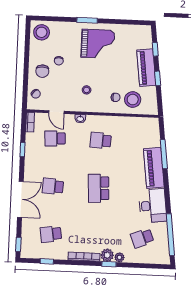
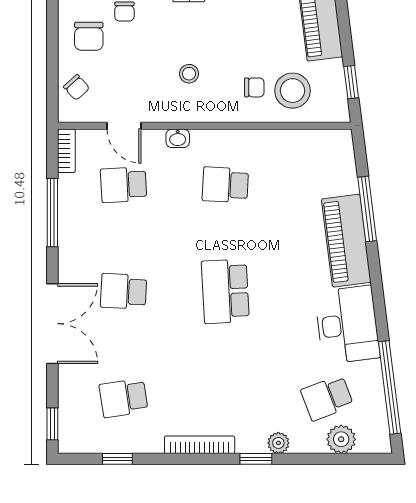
window: (158, 78) -> (351, 82), moved
window: (23, 150) -> (52, 213), width x2.17
plant: (107, 255) -> (341, 439), moved

